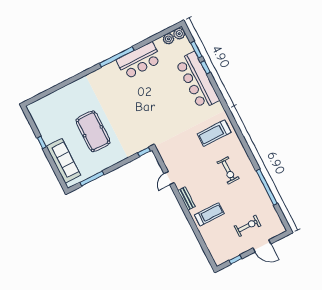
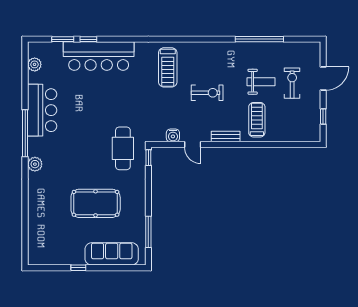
plant: (179, 34) -> (35, 164), moved
cafe table: (141, 131) -> (123, 148), added
water cooler: (168, 161) -> (173, 135), added
exercise bike: (228, 170) -> (207, 93), moved
weight bench: (237, 204) -> (261, 82), added

